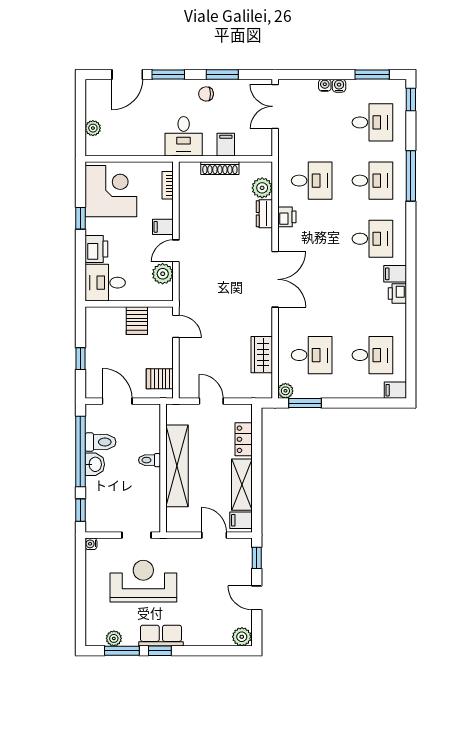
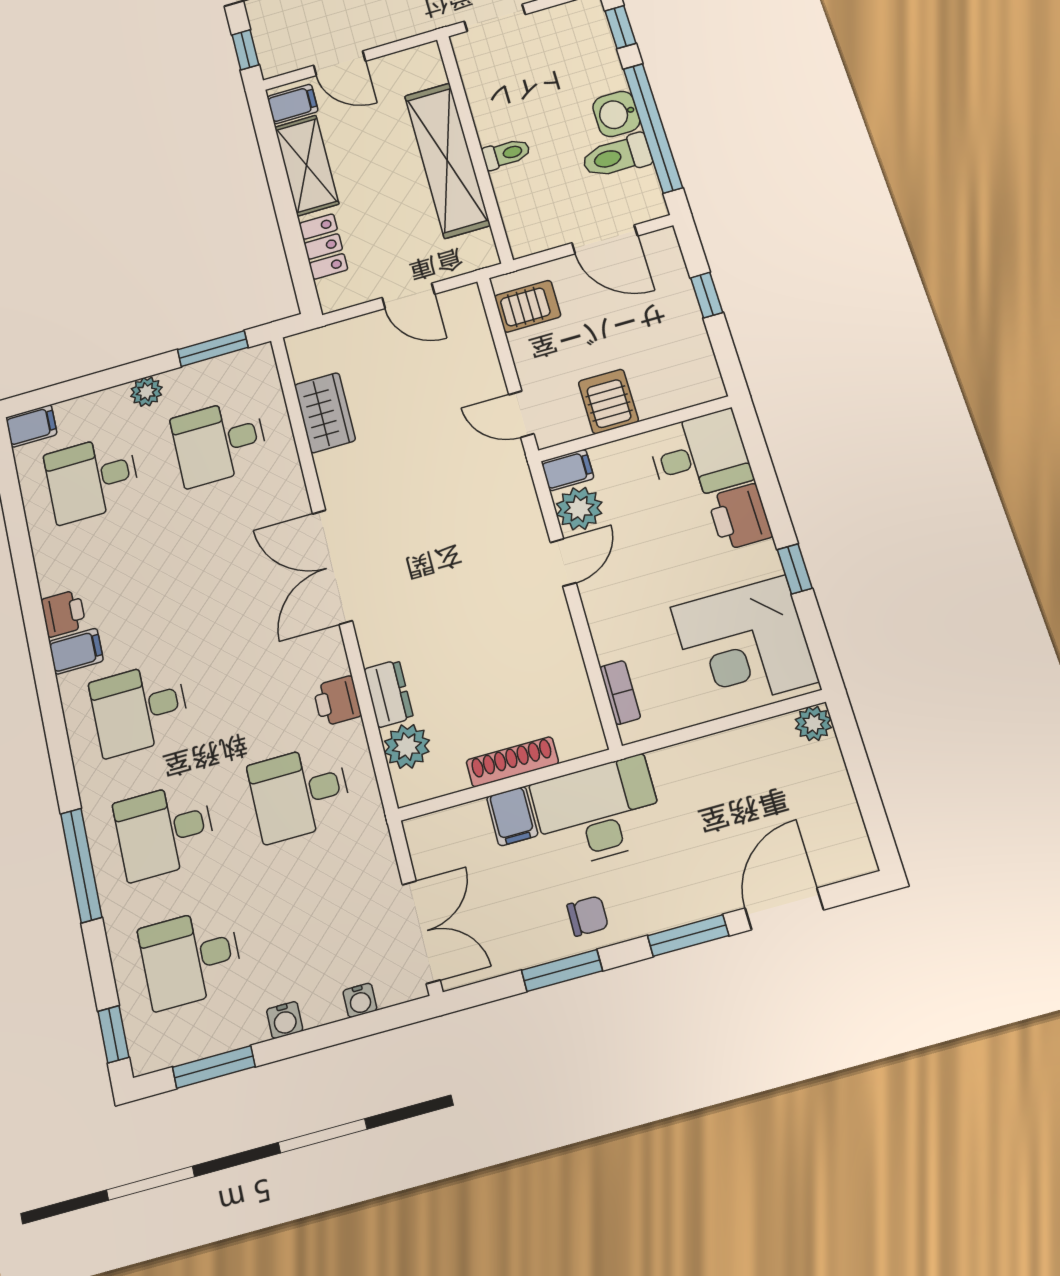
water cooler: (325, 85) -> (360, 1000), moved
plant: (93, 128) -> (813, 723), moved
desk: (184, 136) -> (598, 812), width x1.37
filing cabinet: (163, 227) -> (568, 470), moved
plant: (285, 391) -> (146, 392), moved

